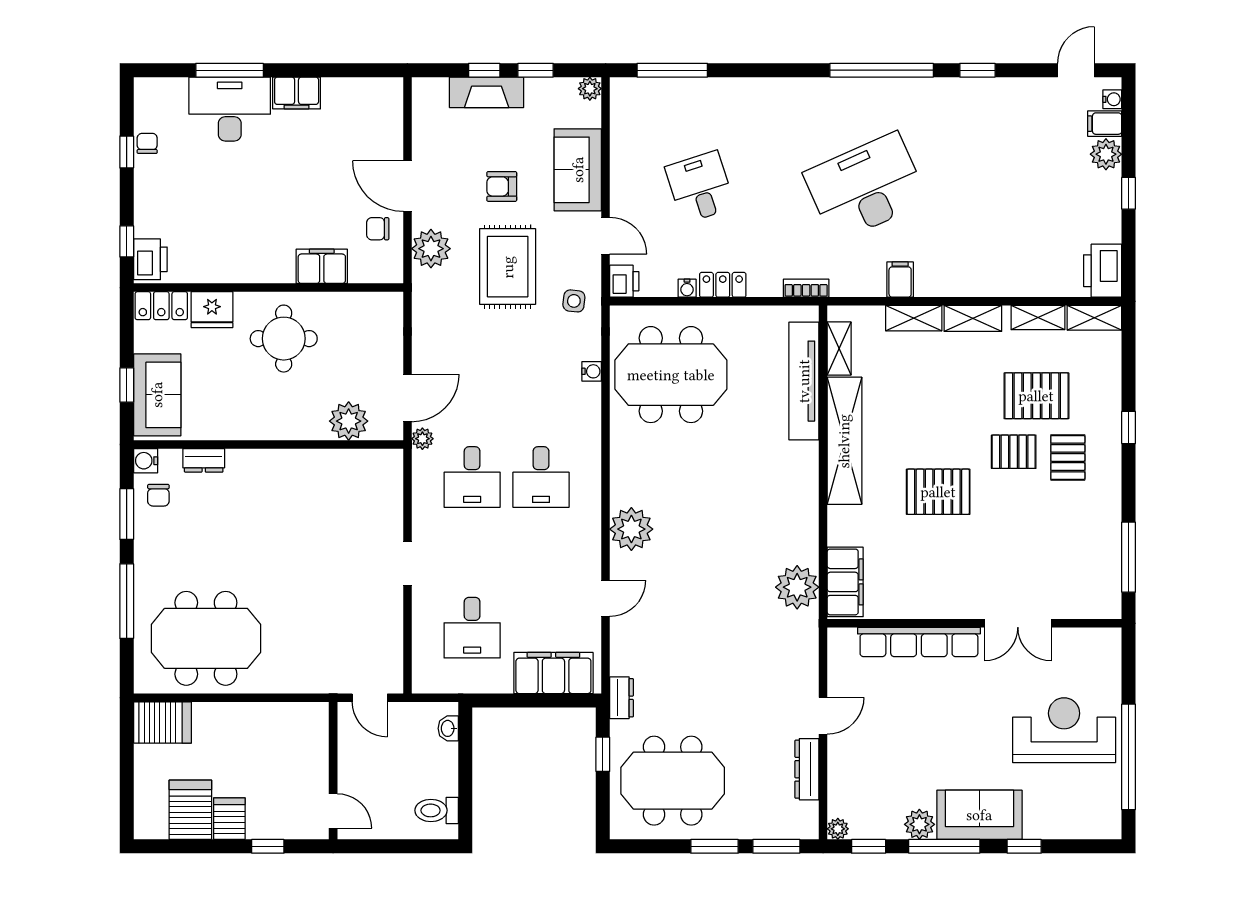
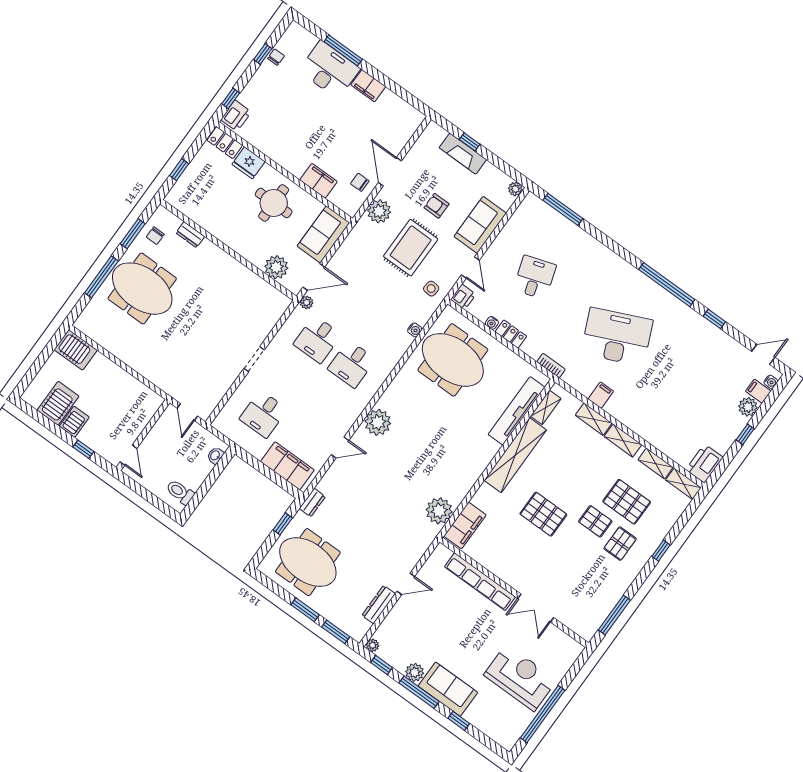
window: (536, 70) -> (495, 160), removed
sofa: (157, 395) -> (323, 235), moved, turned 180
water cooler: (146, 461) -> (161, 214), removed
meeting table: (206, 638) -> (142, 289), moved

